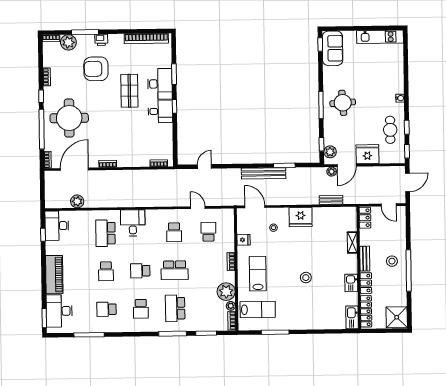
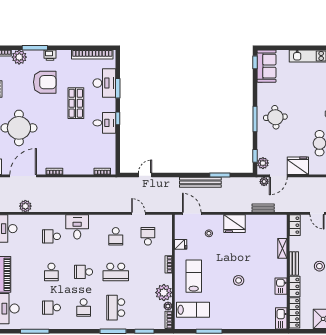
armchair: (96, 69) -> (45, 82), turned 180
desk: (160, 84) -> (104, 83), moved
school desk: (105, 233) -> (51, 236), width x0.54

